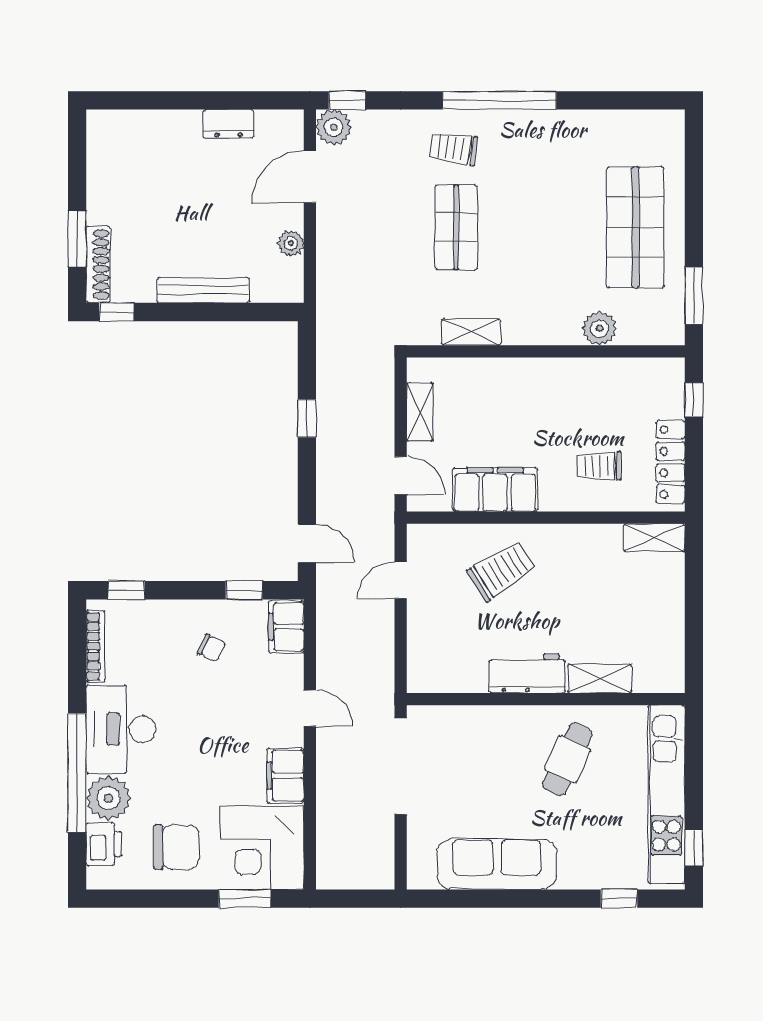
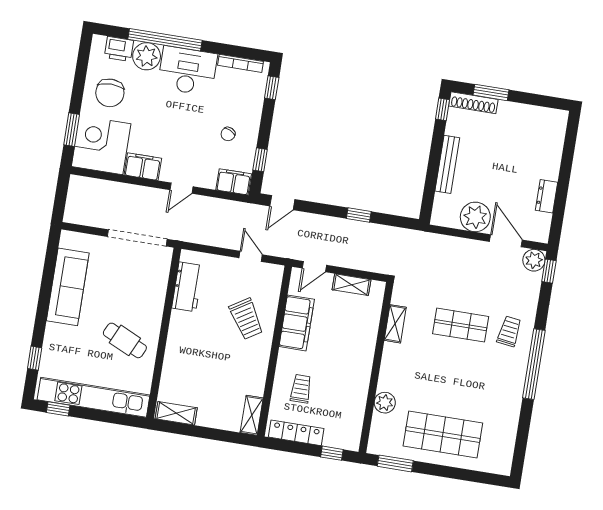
plant: (291, 243) -> (475, 217), width x1.88, depth x1.88
workbench: (527, 673) -> (187, 287), moved
shelving: (600, 679) -> (176, 413), moved, turned 90

